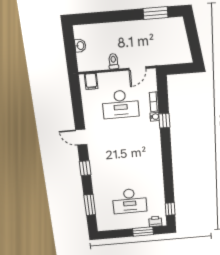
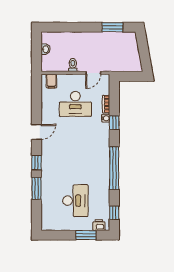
door: (81, 137) -> (37, 132), swing flipped
window: (167, 167) -> (114, 168), added
desk: (130, 201) -> (75, 201), turned -90
window: (90, 205) -> (37, 188), moved

